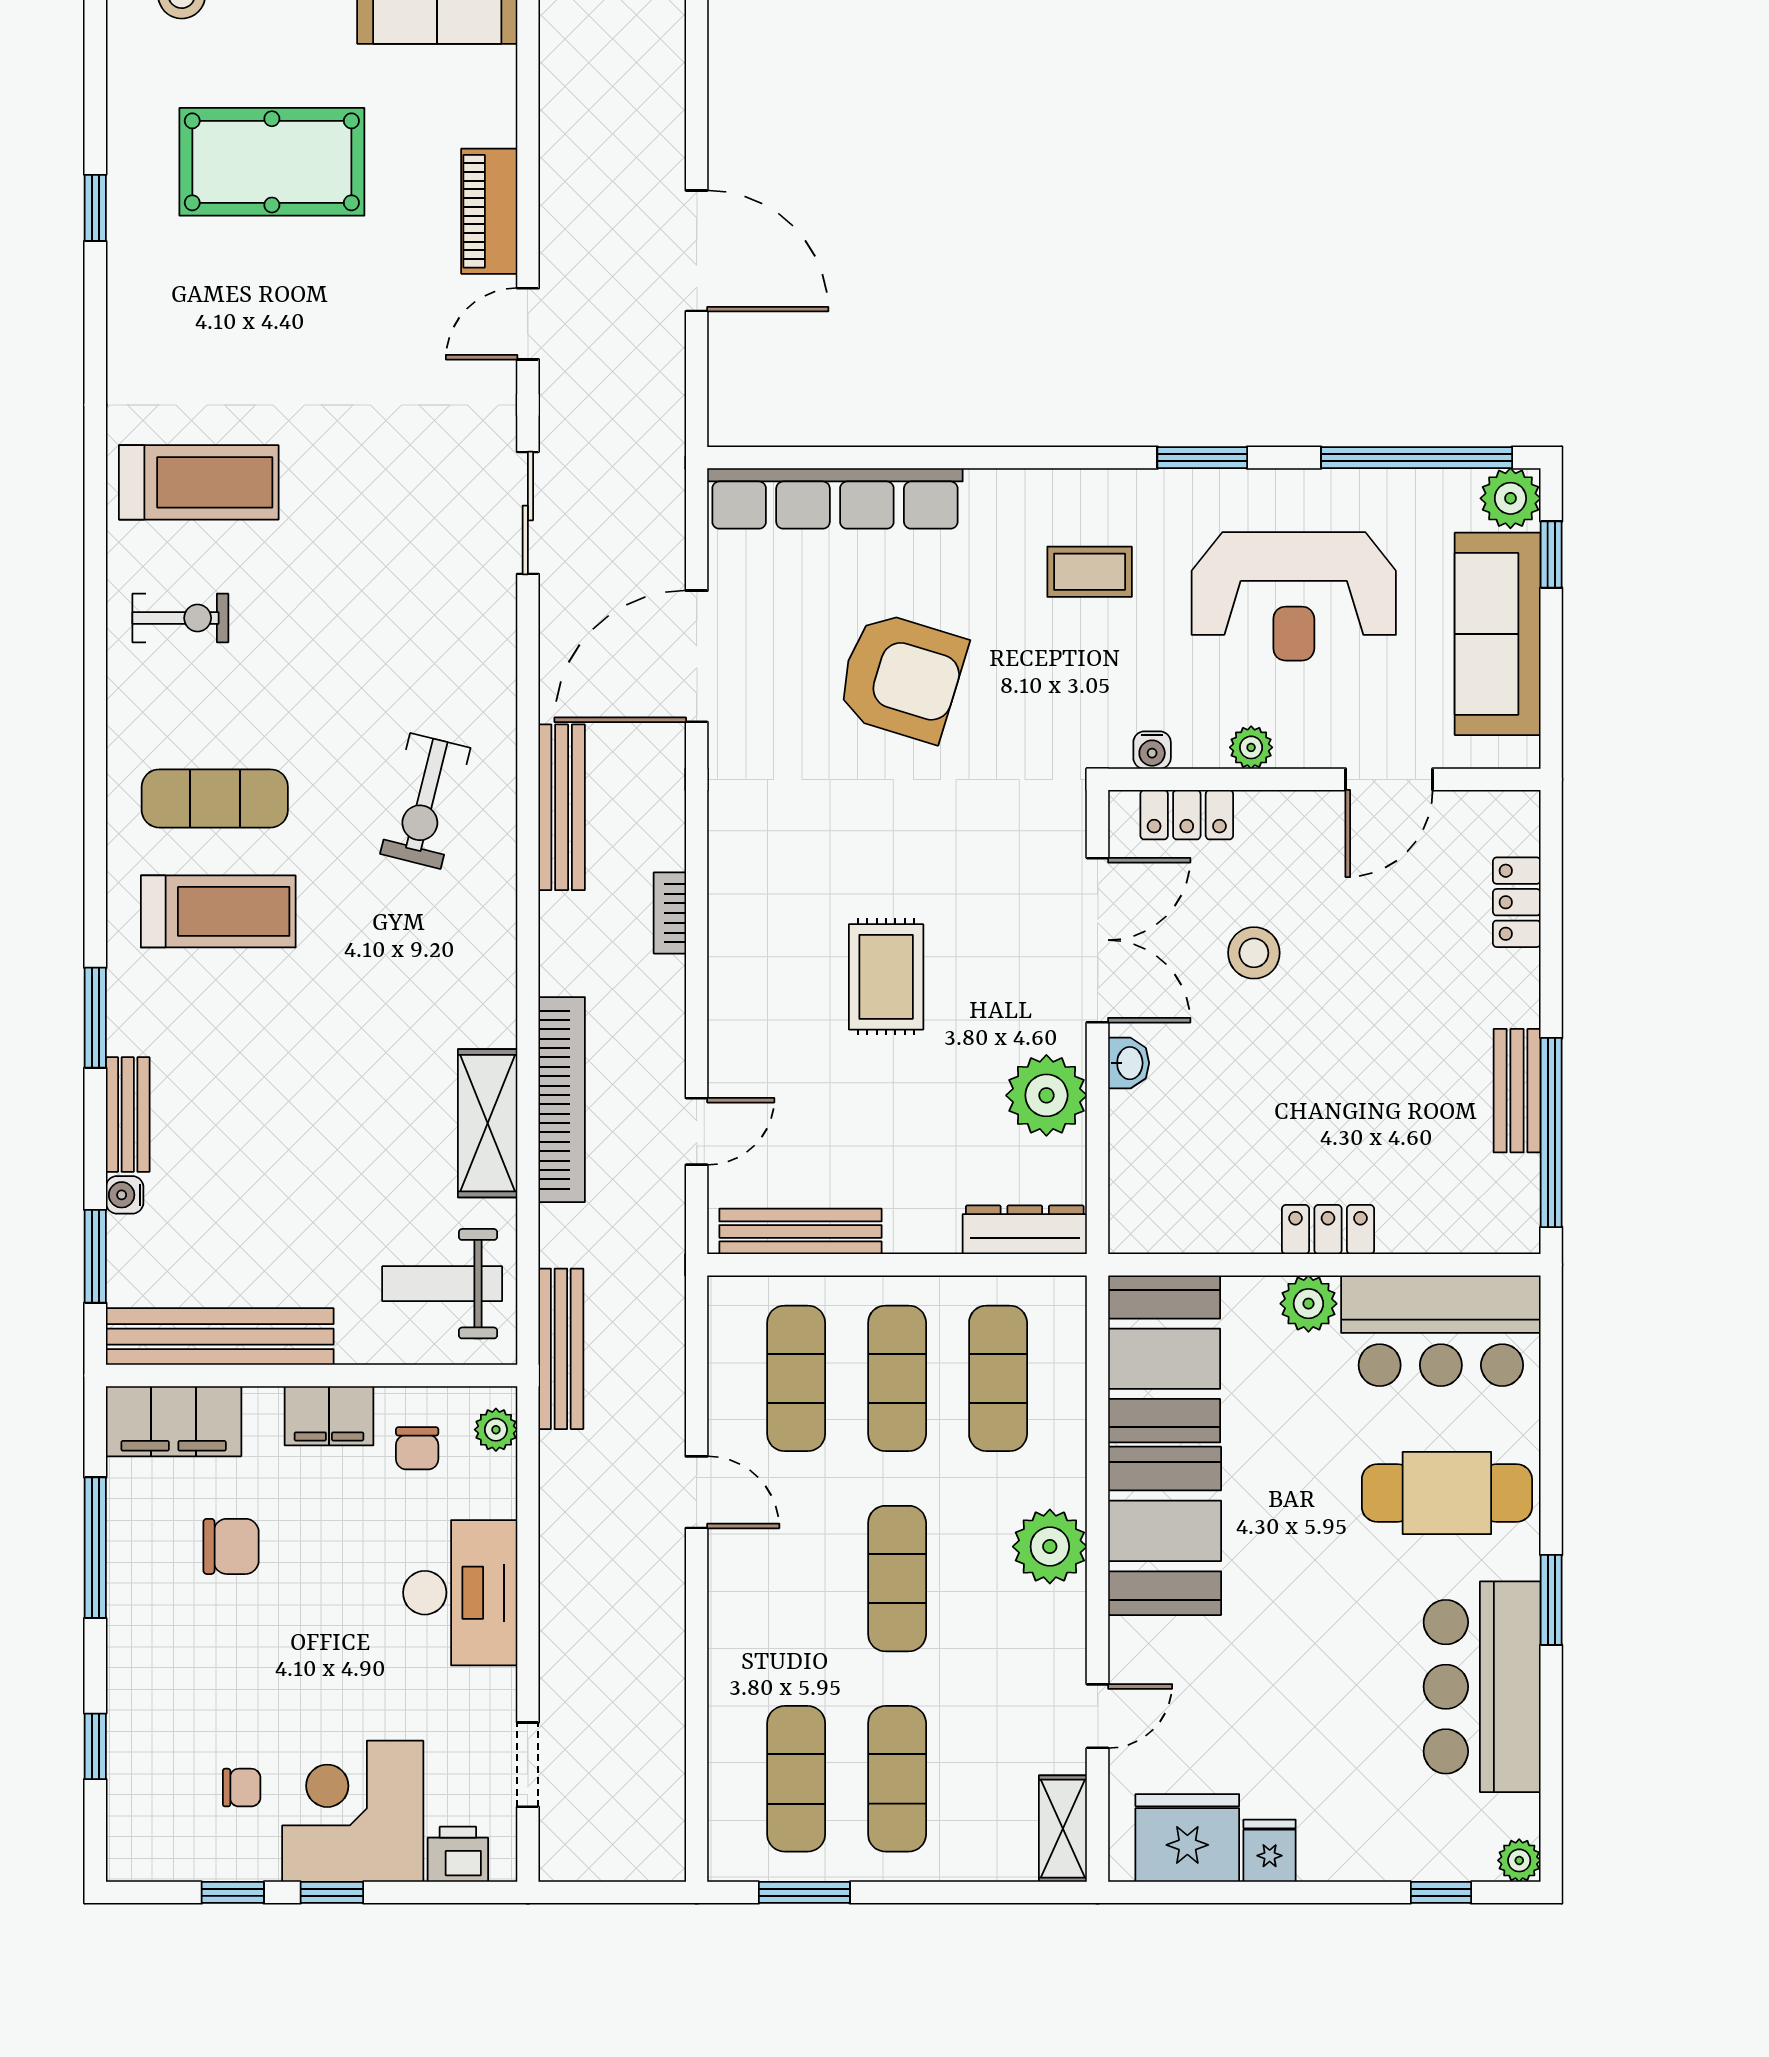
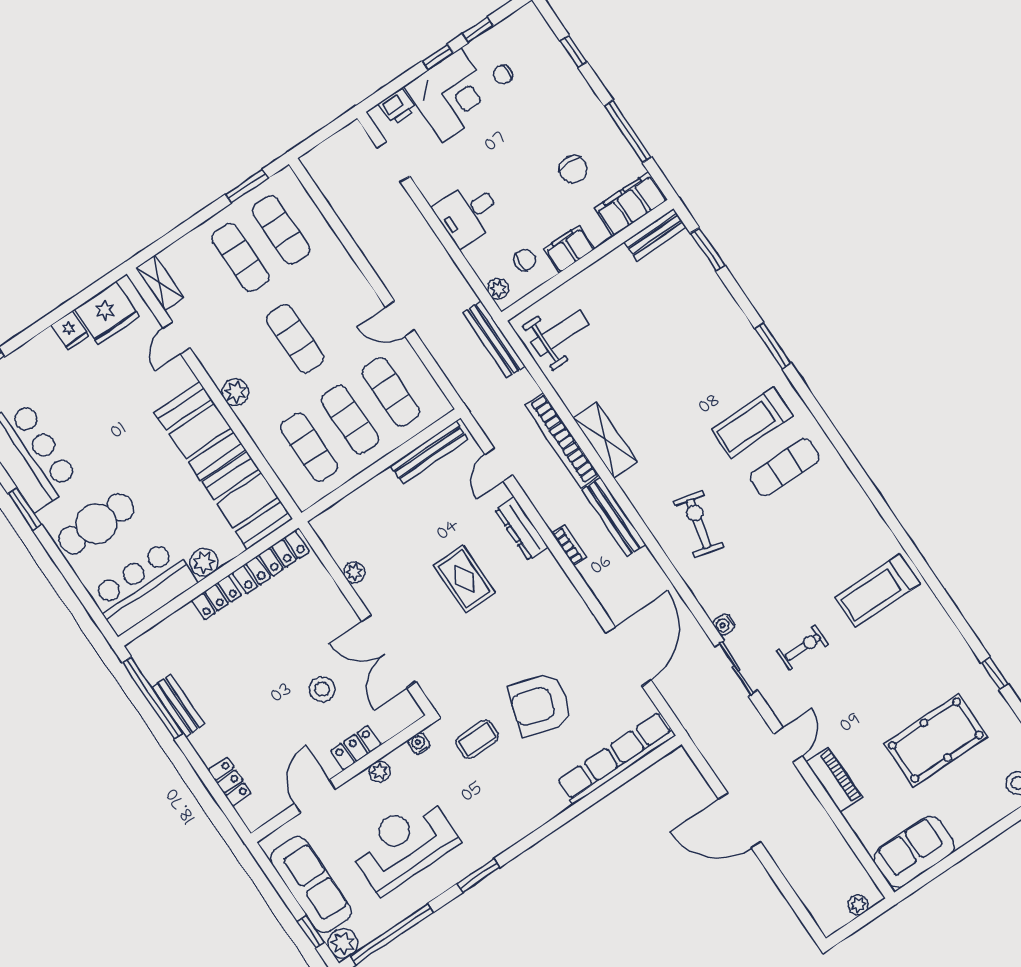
coffee table: (1090, 572) -> (477, 739), moved
exercise bike: (180, 618) -> (803, 647), moved, turned 180
bench: (562, 807) -> (614, 517), moved
locker: (1187, 815) -> (356, 748), moved
washbasin: (1129, 1063) -> (343, 610), removed
plant: (1046, 1095) -> (354, 572), width x0.53, depth x0.53
bench: (128, 1115) -> (733, 316), removed
shelving: (488, 1123) -> (605, 440), moved
water cooler: (125, 1195) -> (724, 625), moved, turned 180
locker: (1195, 1228) -> (271, 562), added
dresser: (1025, 1230) -> (522, 529), moved, turned 90
bench: (220, 1337) -> (655, 234), width x0.54, depth x0.82
chair: (417, 1448) -> (525, 260), turned 90
chair: (231, 1546) -> (573, 169), turned -90
plant: (1050, 1547) -> (235, 392), width x0.73, depth x0.73
desk: (460, 1593) -> (468, 213), width x0.73

